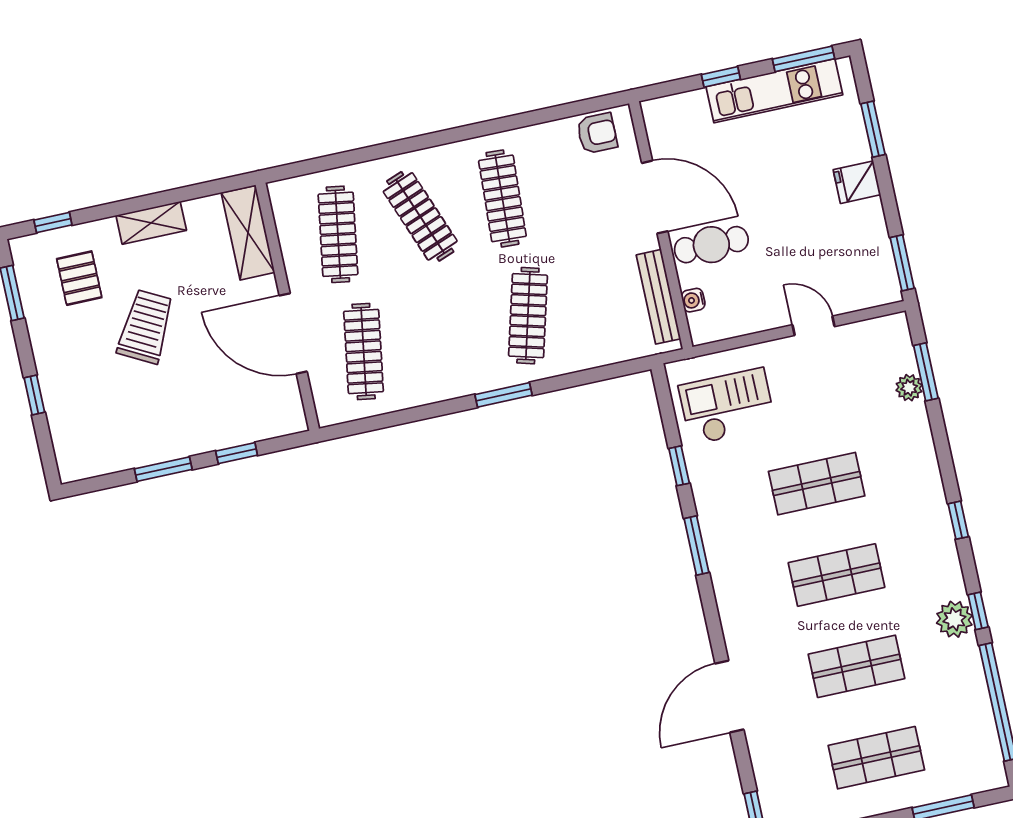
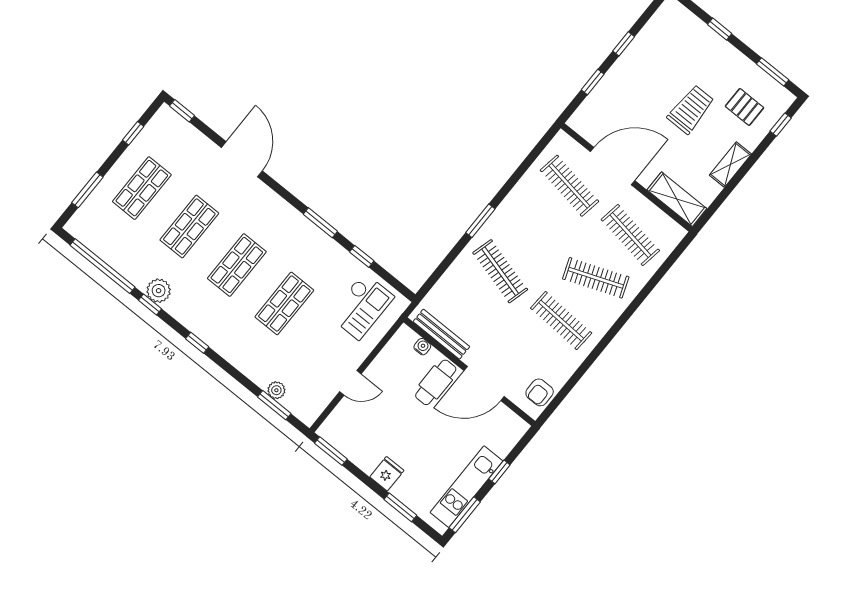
trolley: (146, 327) -> (691, 109), turned -118
window: (163, 469) -> (624, 44), width x0.67

